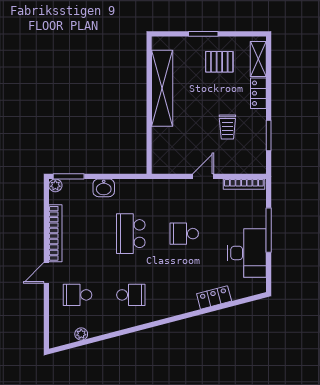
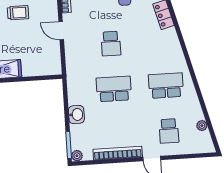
school desk: (131, 234) -> (114, 89), turned 180
school desk: (131, 295) -> (166, 86), width x1.85

